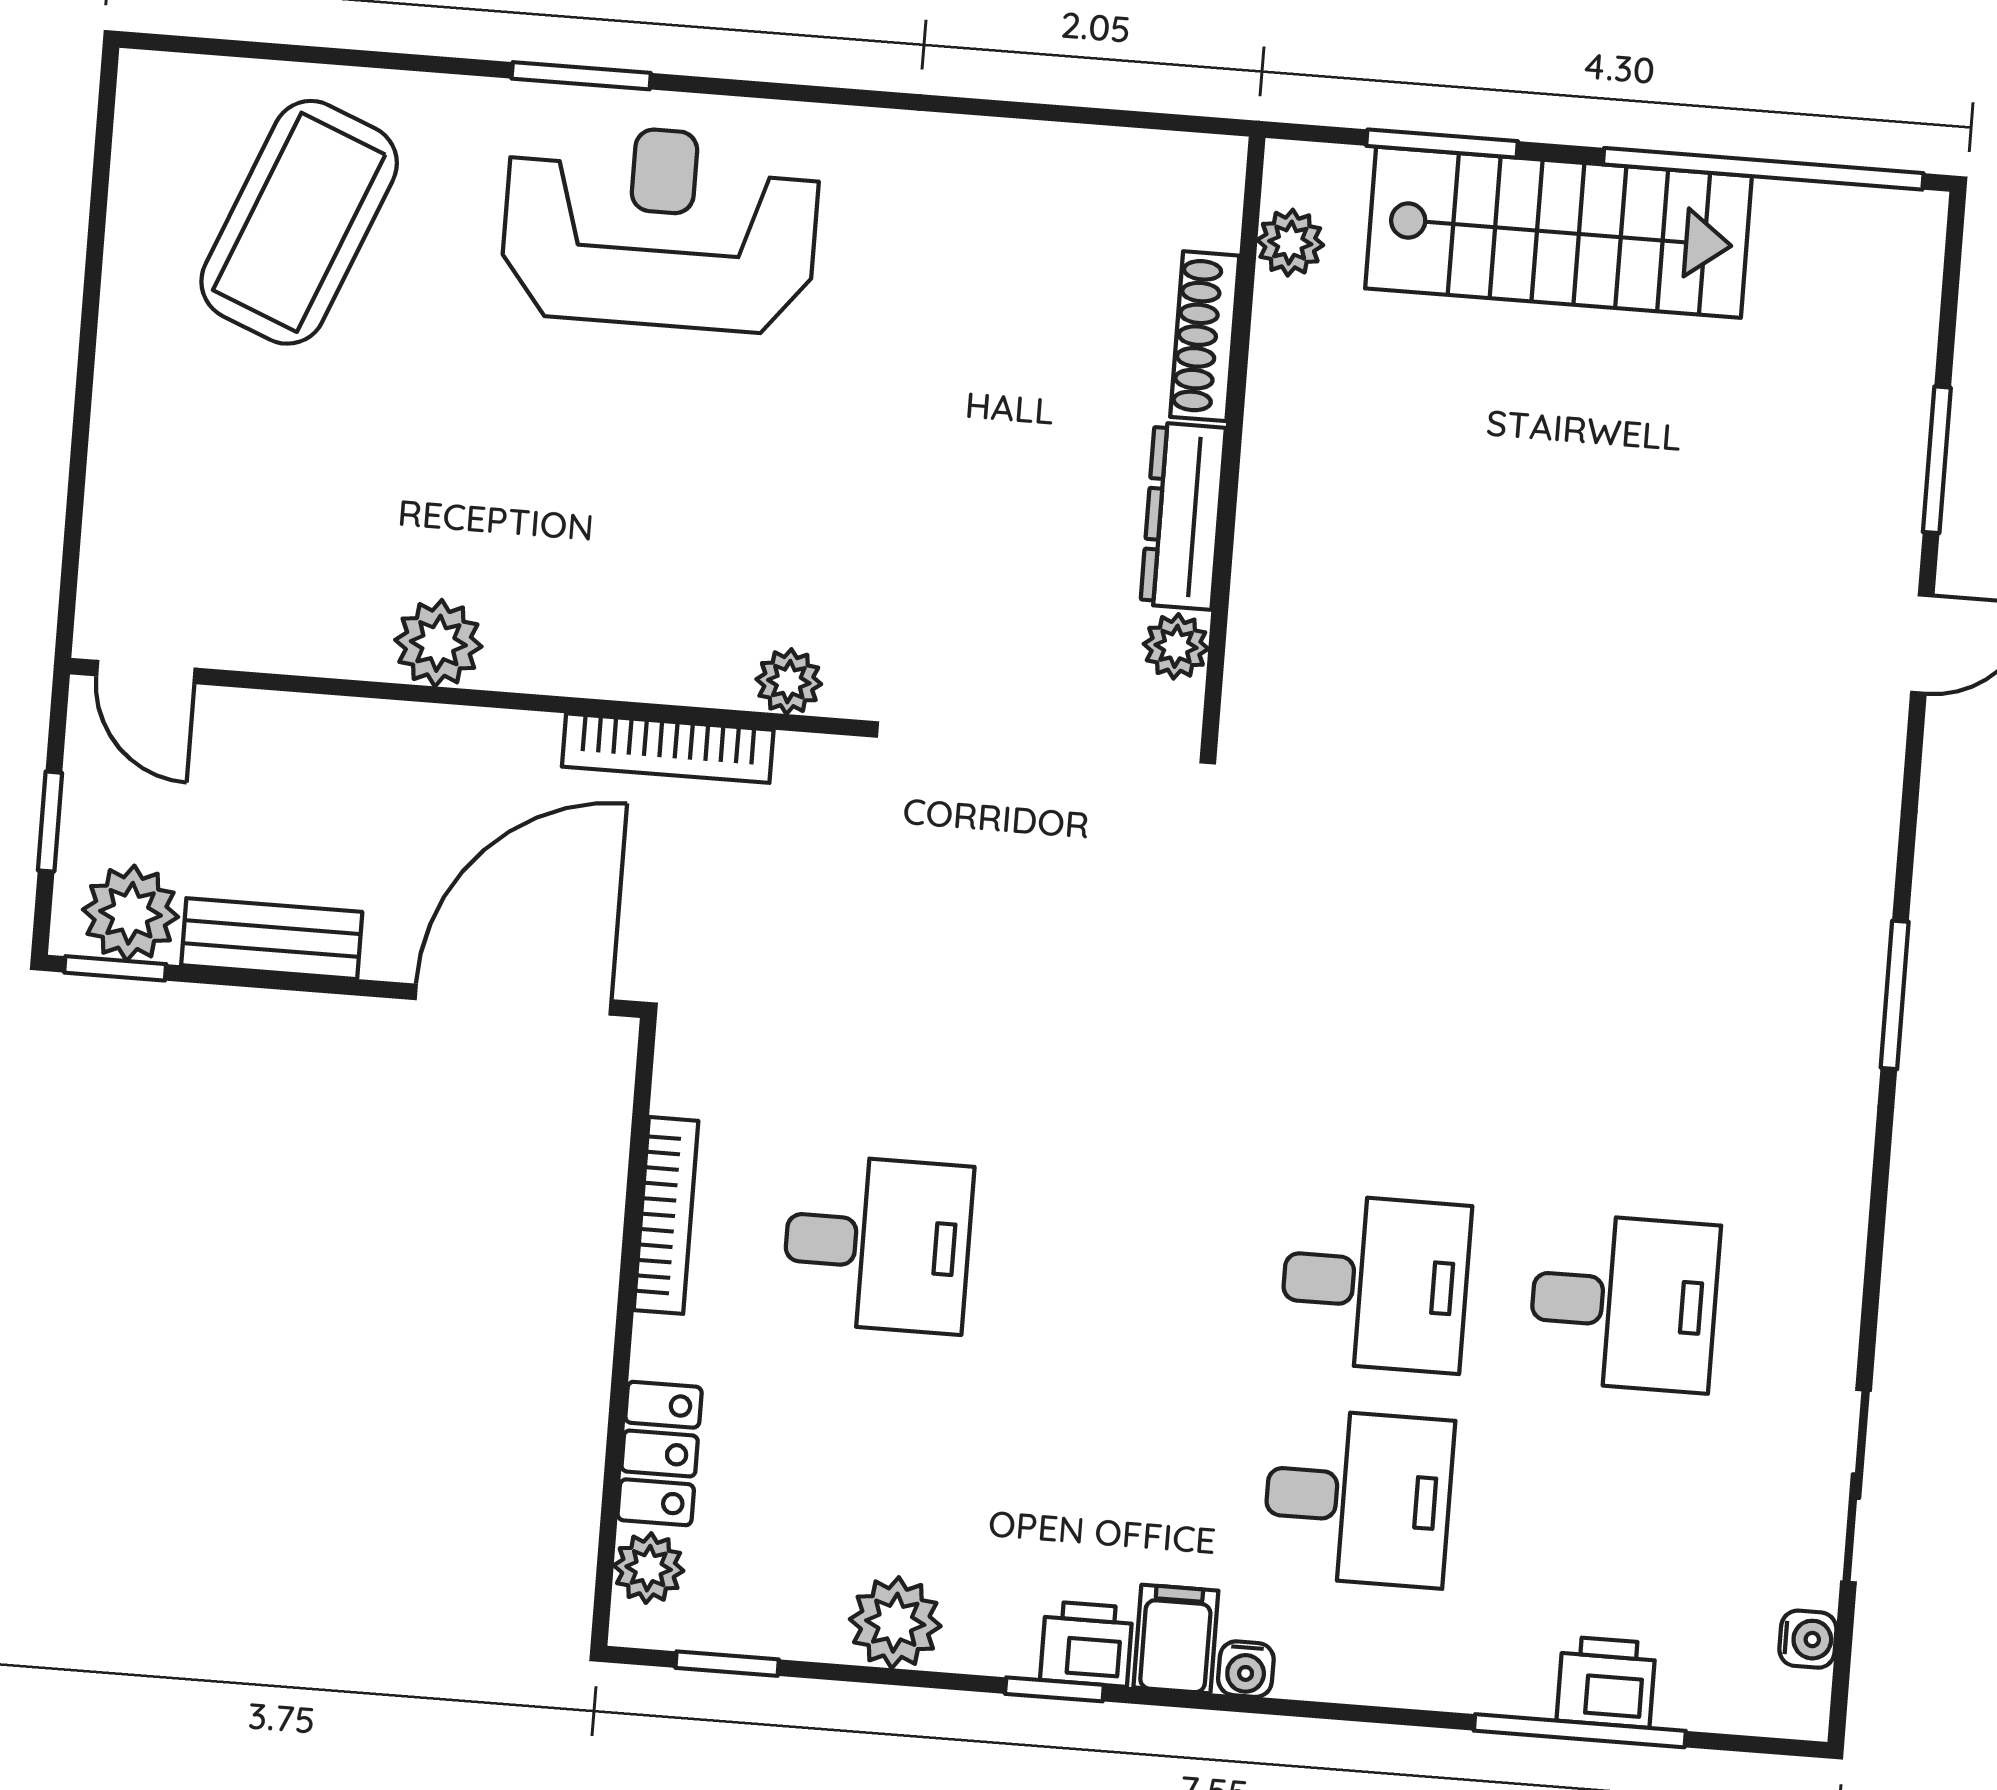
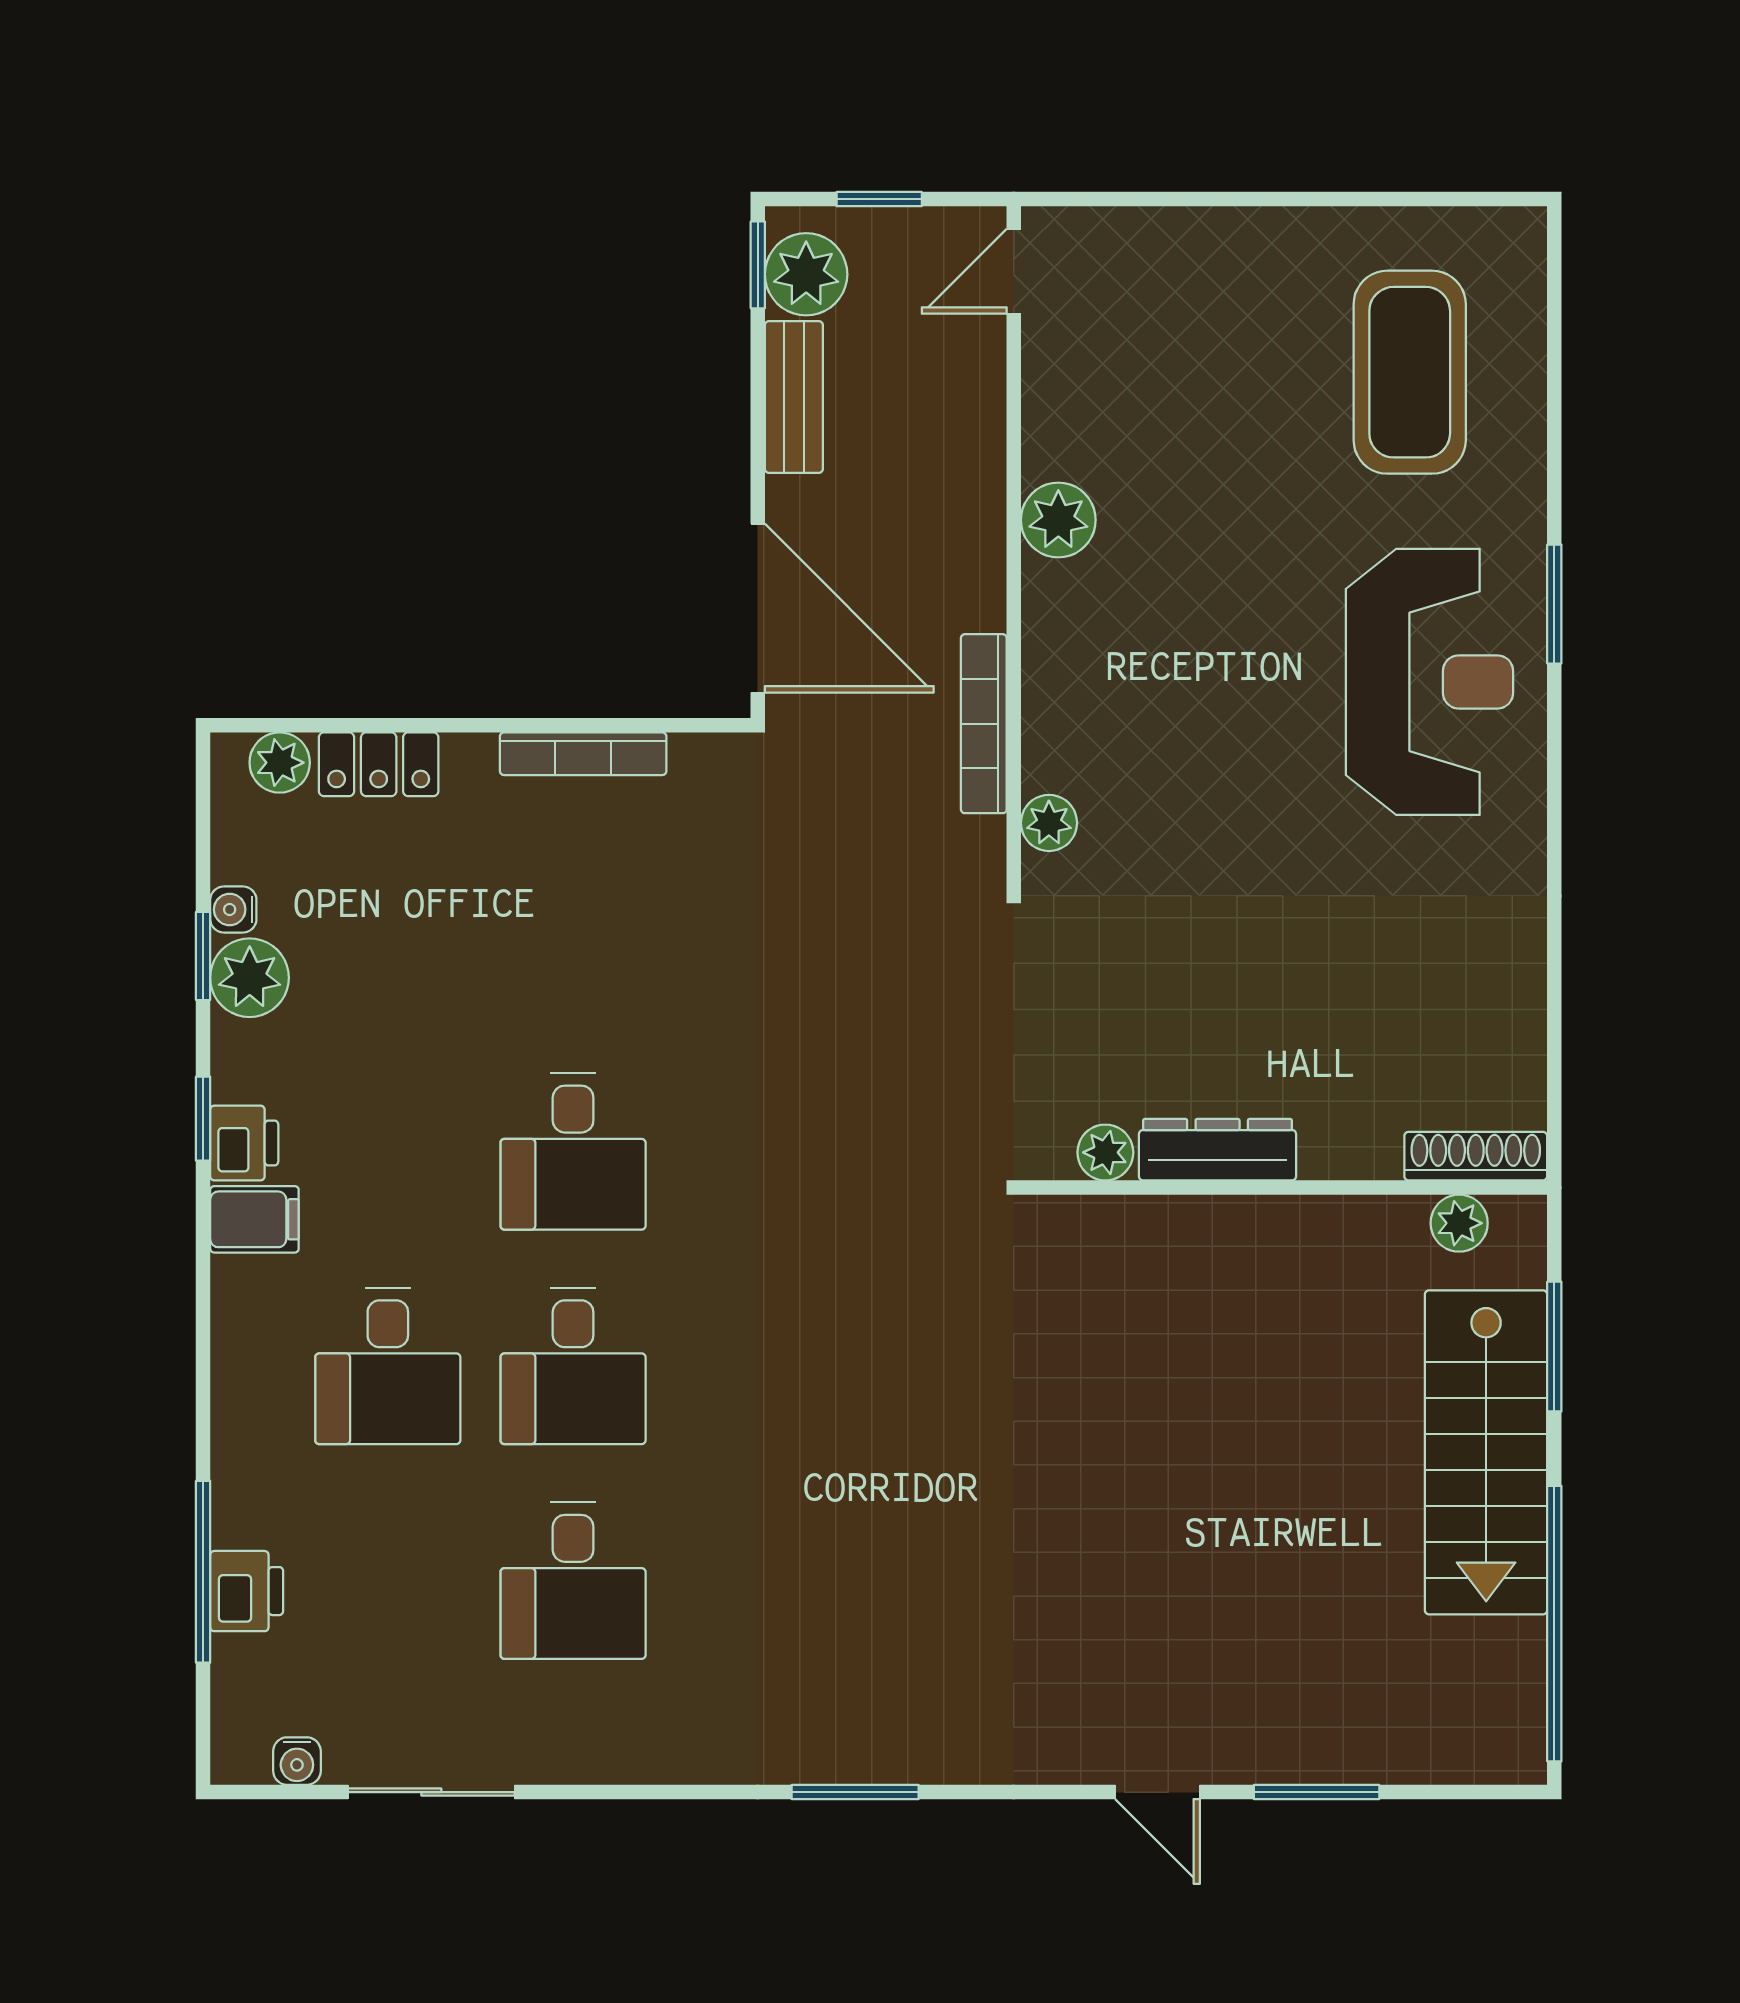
coffee table: (299, 222) -> (1410, 372), turned 68
shoe rack: (1205, 336) -> (1476, 1156), moved
desk: (877, 1244) -> (573, 1151), moved
window: (727, 1664) -> (203, 956), moved
water cooler: (1246, 1669) -> (233, 909), moved

